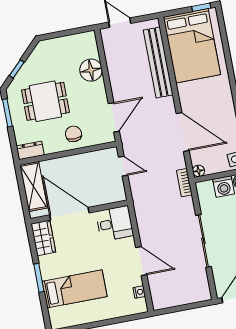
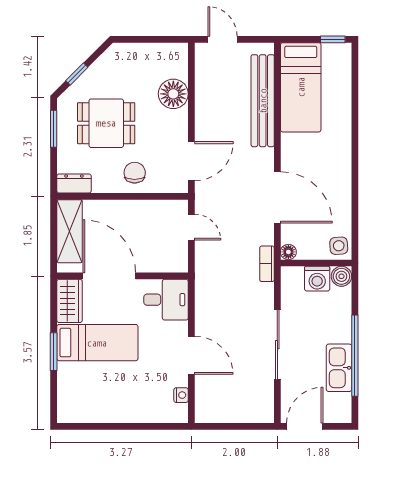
bed: (192, 46) -> (301, 87), width x0.67
bed: (74, 289) -> (97, 343), moved

